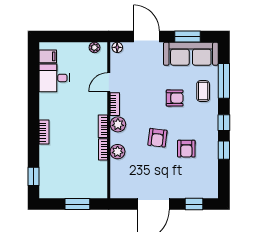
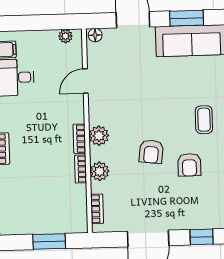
coffee table: (203, 91) -> (204, 120), moved
armchair: (175, 98) -> (172, 99), removed
bookcase: (115, 104) -> (97, 209), moved

